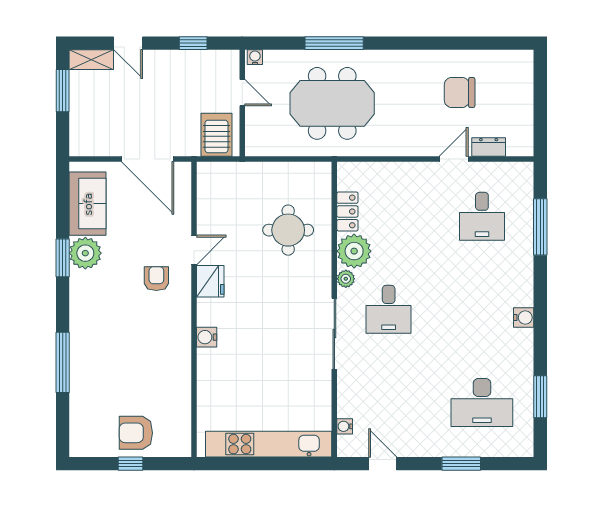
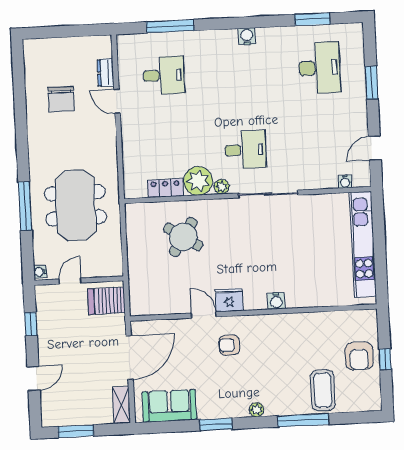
shelving: (91, 60) -> (121, 405), moved
round table: (288, 230) -> (183, 237), turned 33
plant: (85, 253) -> (257, 410), moved, width x0.53, depth x0.53
coffee table: (97, 387) -> (323, 390), added

